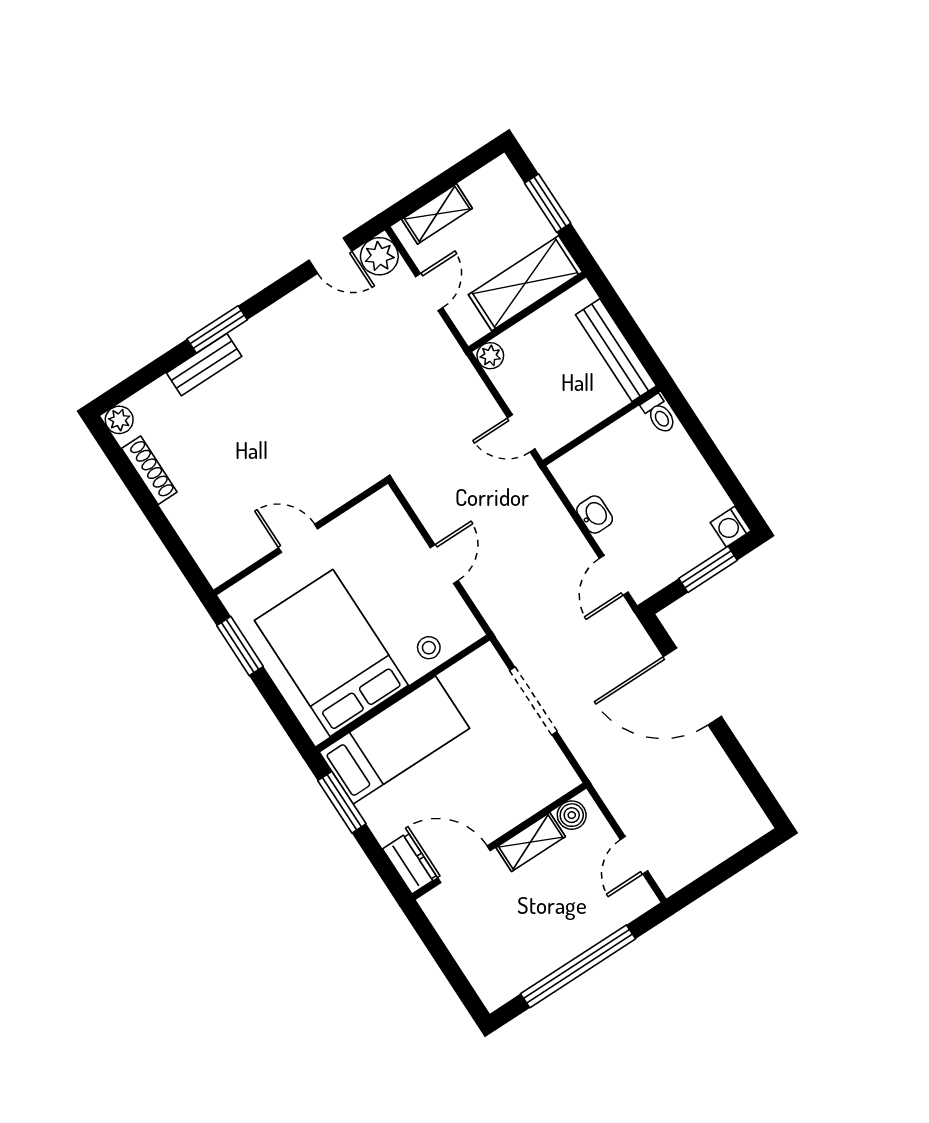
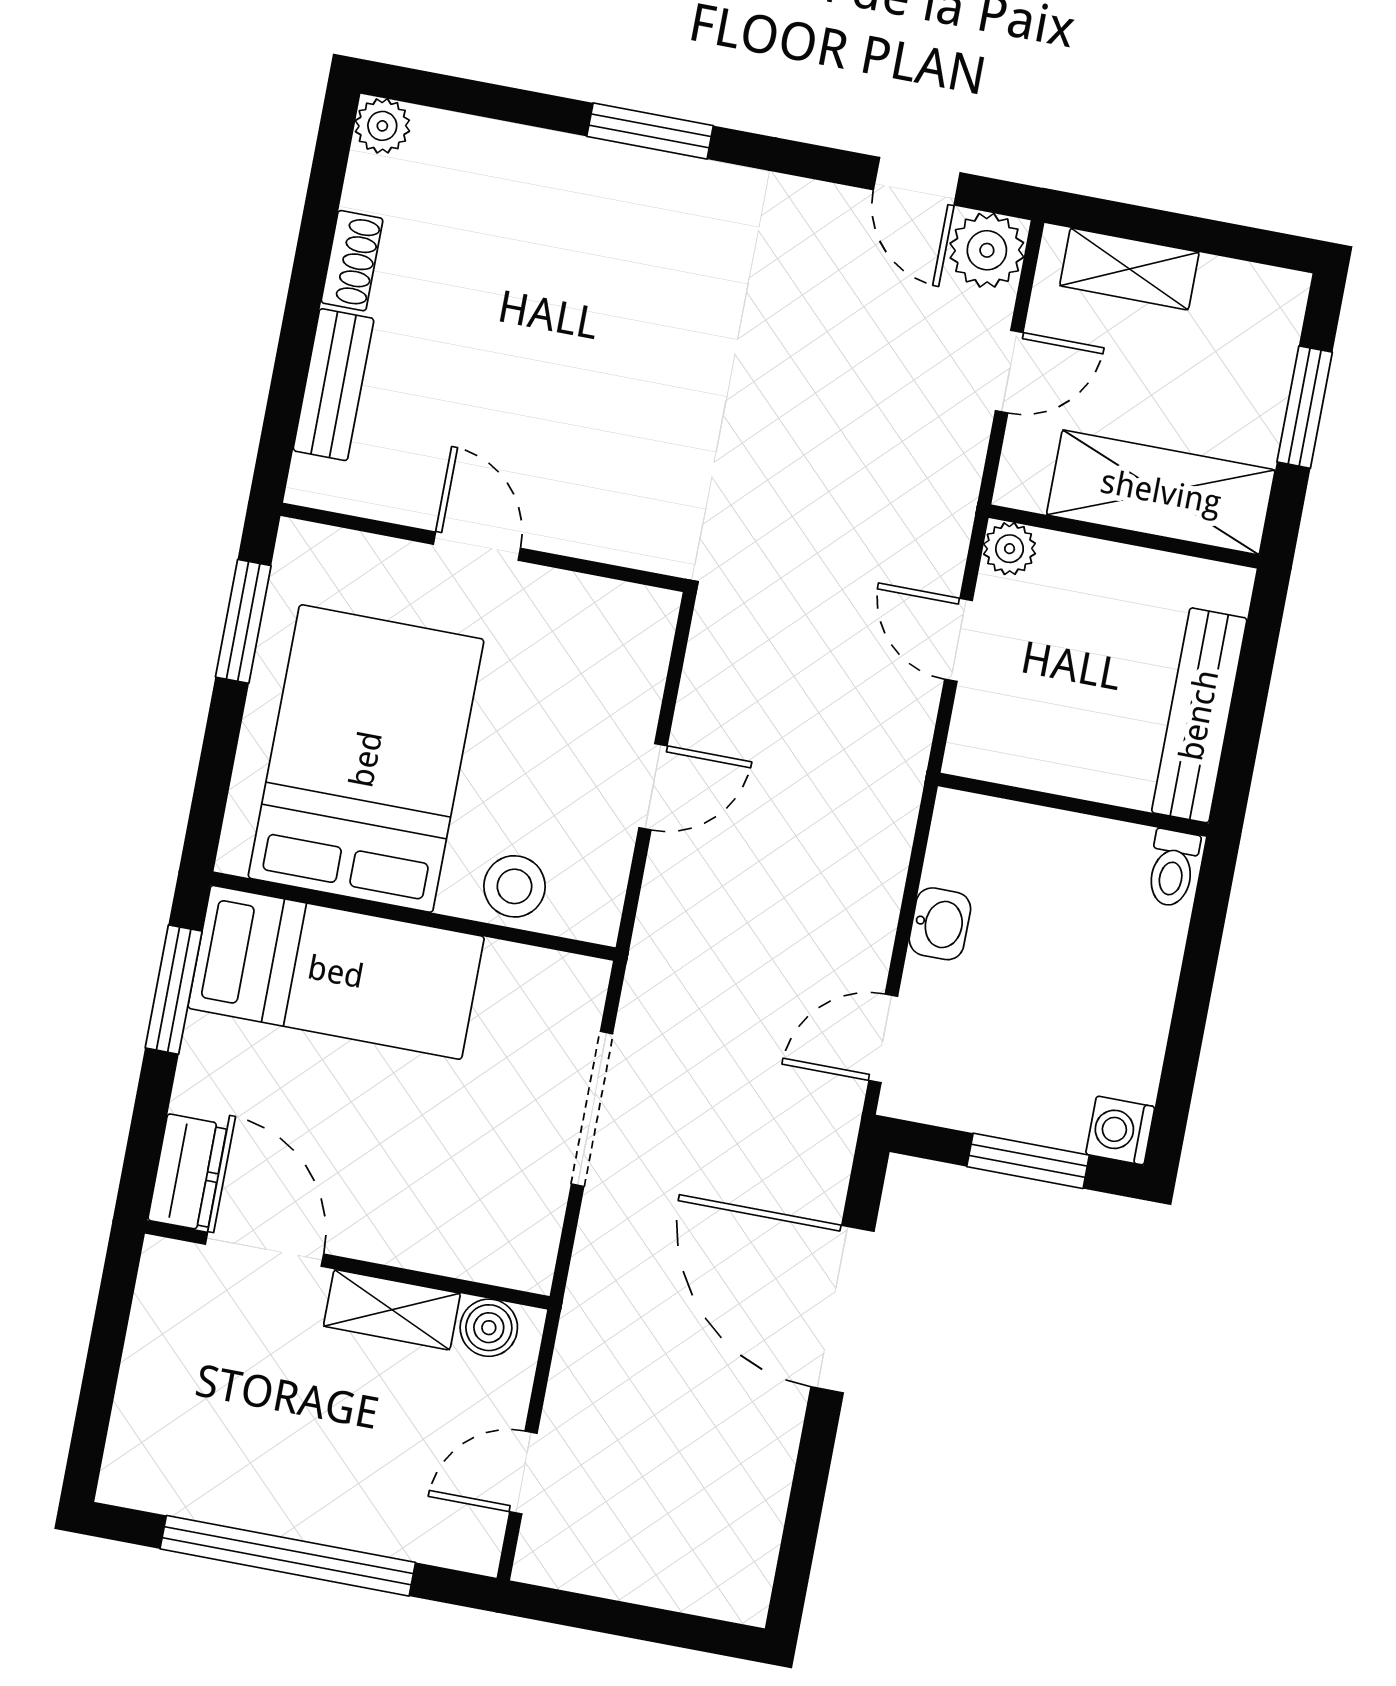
bench: (204, 365) -> (333, 385), moved, turned 90
door: (521, 433) -> (959, 640), moved
shoe rack: (149, 470) -> (352, 261), width x0.70
stool: (429, 648) -> (515, 886), width x1.37, depth x1.37

